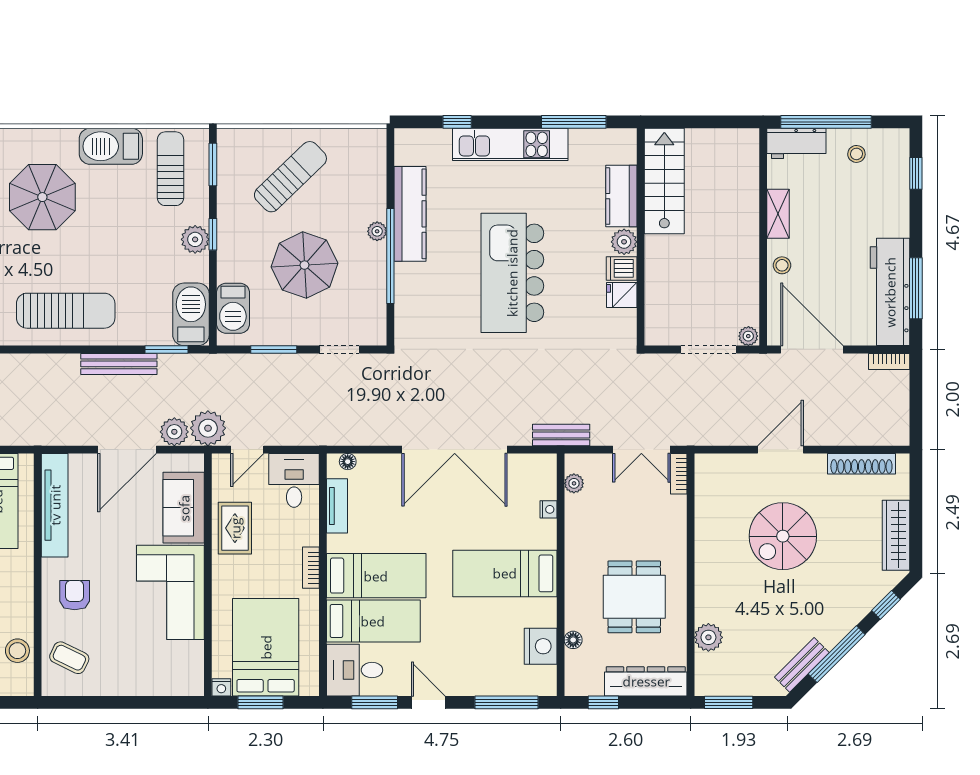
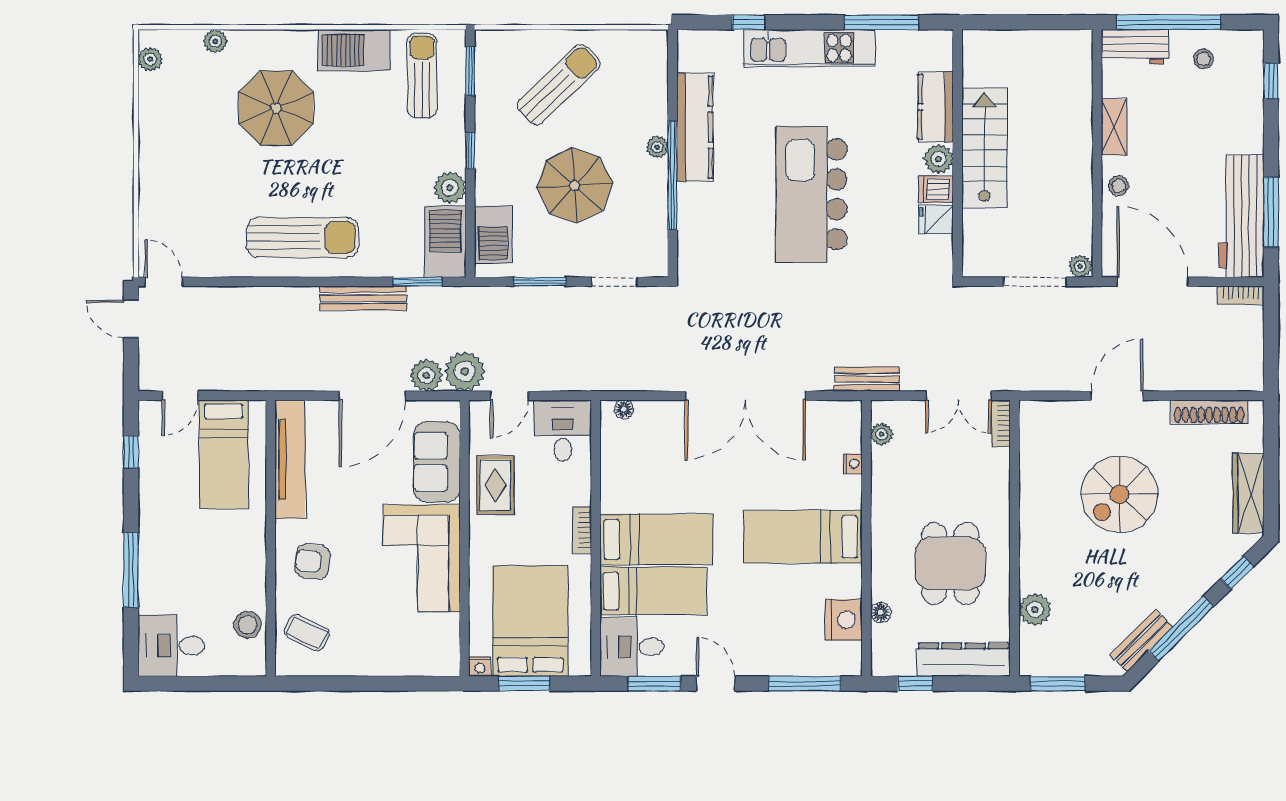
stairs: (664, 181) -> (984, 148), moved
plant: (195, 239) -> (450, 188), moved
tv unit: (337, 506) -> (612, 460), removed
armchair: (75, 595) -> (313, 562), turned -83

